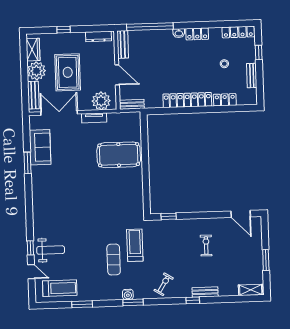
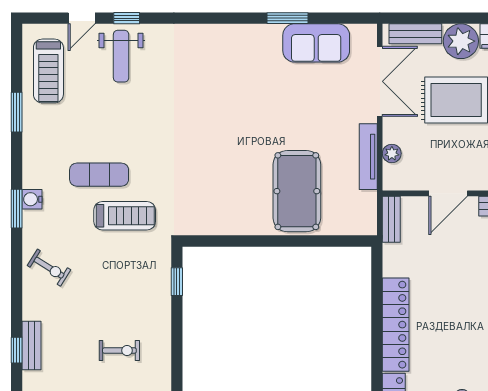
plant: (101, 101) -> (392, 153), width x0.53, depth x0.53
tv unit: (94, 118) -> (368, 157), width x1.41
window: (193, 300) -> (17, 350), moved

